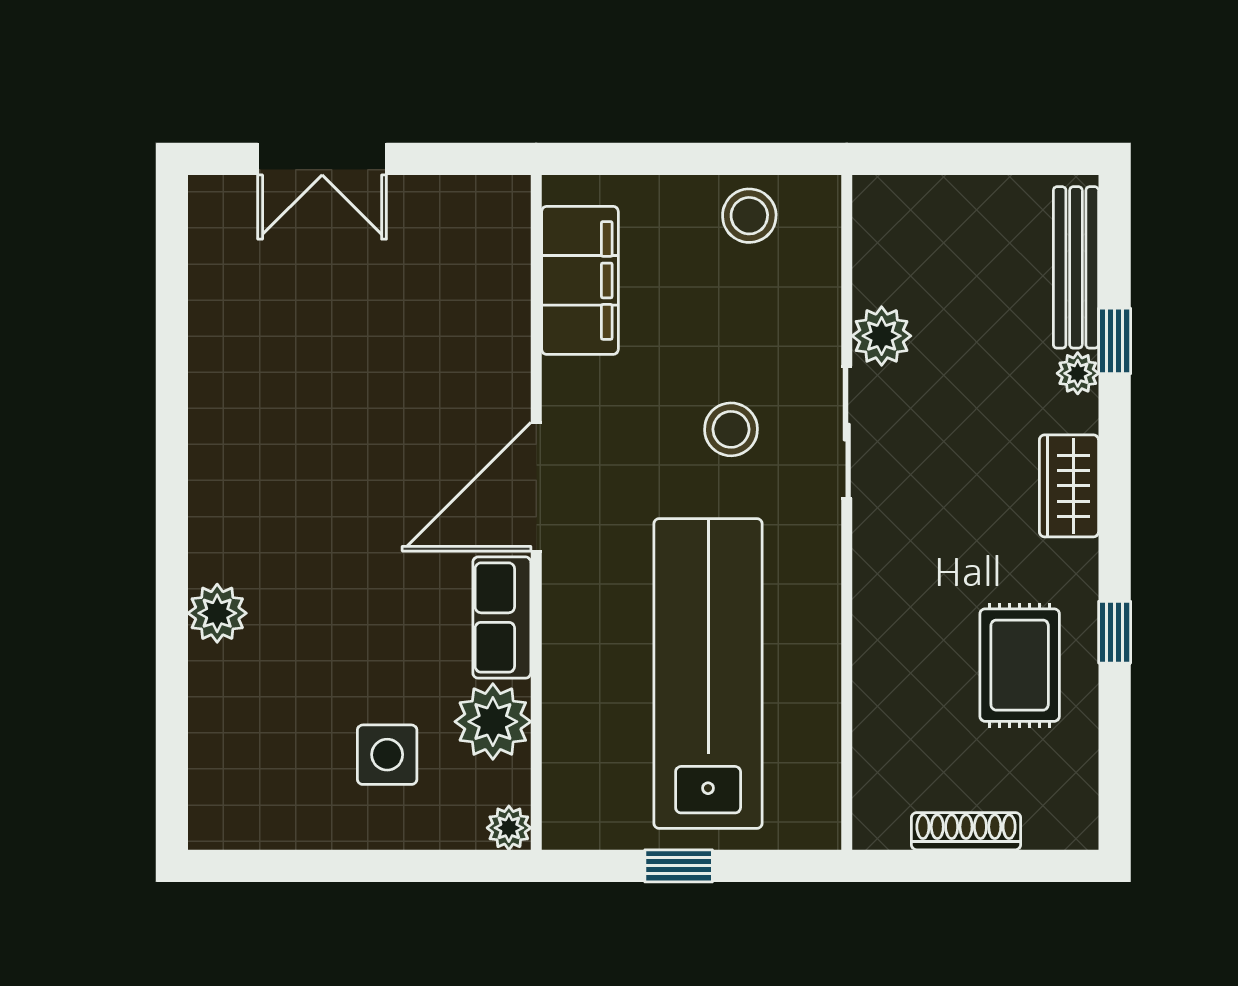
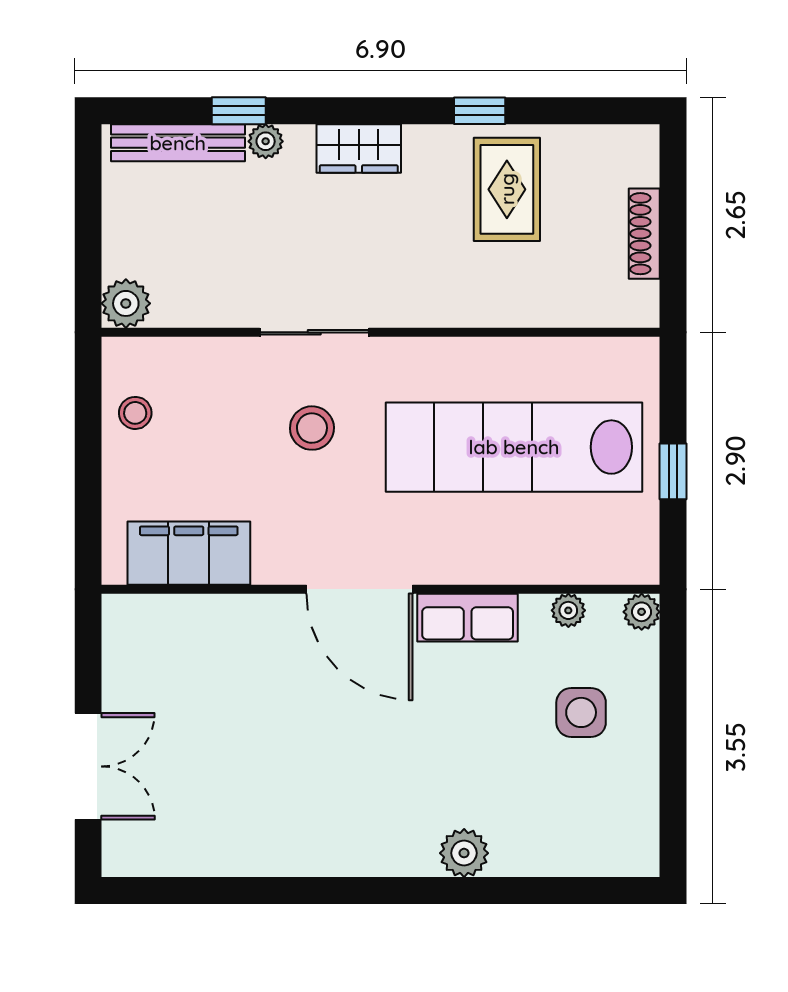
stool: (749, 216) -> (135, 413), width x0.73, depth x0.73
plant: (882, 336) -> (126, 303), moved
rug: (1020, 665) -> (507, 189), turned 90
plant: (493, 722) -> (568, 610), width x0.53, depth x0.53

